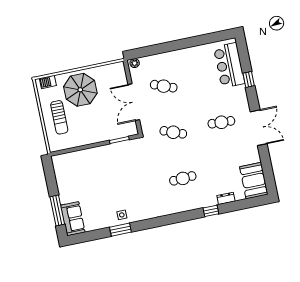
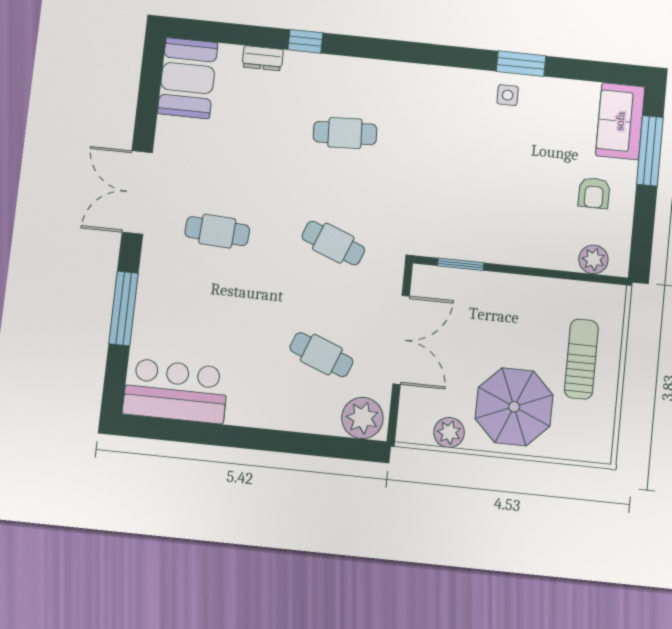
plant: (135, 63) -> (362, 418), width x1.88, depth x1.88
bar counter: (229, 65) -> (176, 391), moved, turned -90
plant: (103, 71) -> (449, 432), added
window: (249, 79) -> (124, 308), width x2.17
barbecue: (48, 82) -> (583, 448), removed
plant: (67, 159) -> (593, 259), added
armchair: (75, 186) -> (594, 193), added

